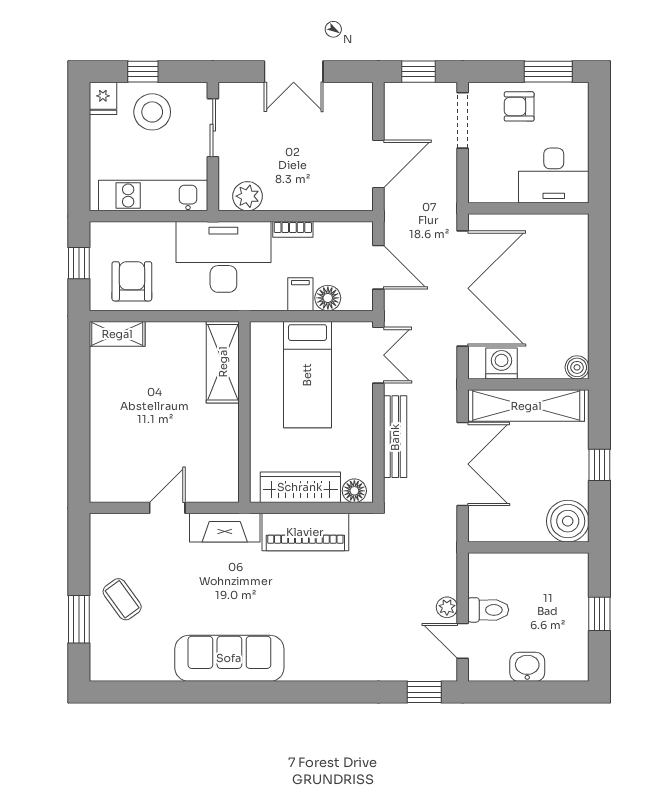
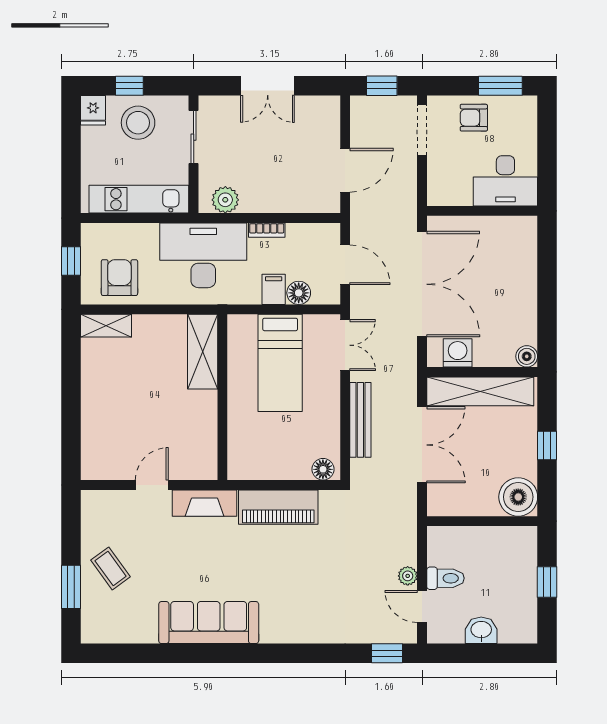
wardrobe: (300, 487) -> (274, 466), removed

